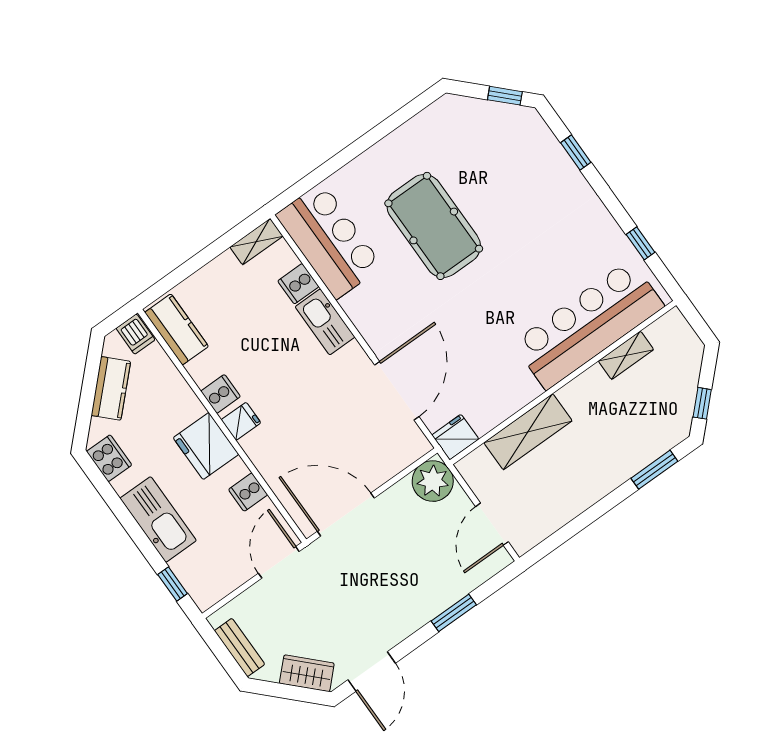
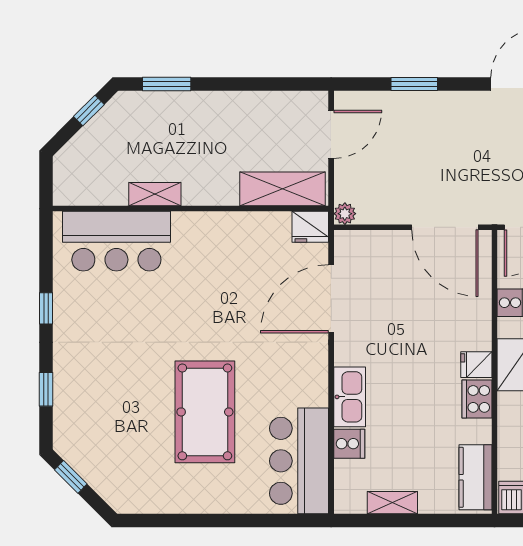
shelving: (256, 242) -> (392, 503), moved
window: (640, 243) -> (46, 308), moved
bar counter: (588, 325) -> (116, 241), width x0.73
shelving: (626, 355) -> (155, 194), moved
cooker: (221, 394) -> (477, 399), width x1.36
shelving: (528, 432) -> (283, 189), moved
plant: (433, 481) -> (345, 214), width x0.53, depth x0.53

